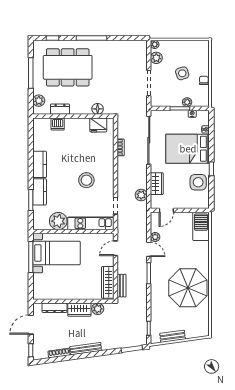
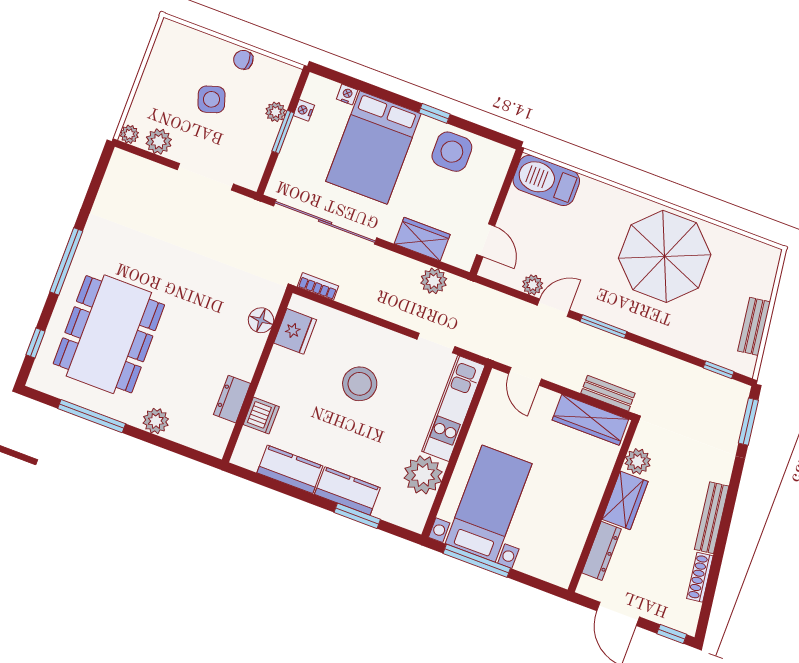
dresser: (60, 109) -> (232, 399), moved
floor lamp: (98, 109) -> (261, 320), moved
wall: (73, 116) -> (257, 376), moved
dishwasher: (58, 124) -> (261, 416), moved
fridge: (98, 125) -> (295, 331), moved

